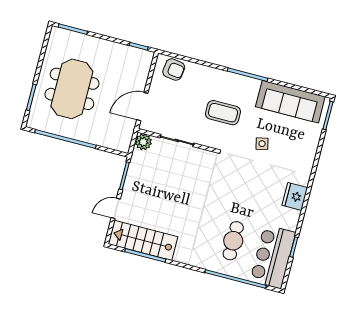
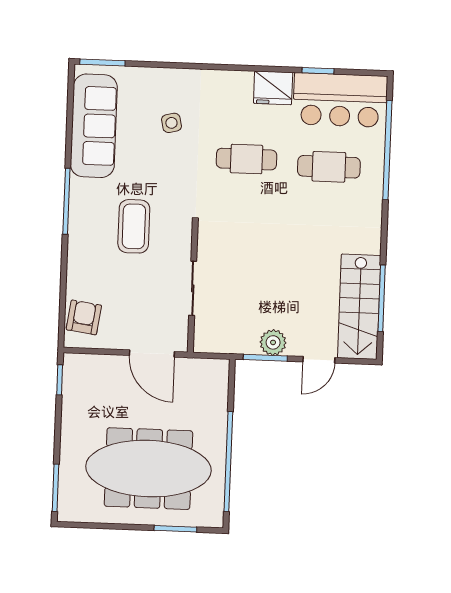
meeting table: (72, 89) -> (148, 469), width x1.36
plant: (143, 142) -> (273, 342), moved
side table: (262, 144) -> (171, 123), moved
cafe table: (249, 191) -> (247, 159), added
fridge: (295, 196) -> (273, 88), moved
door: (116, 208) -> (319, 360), hinge flipped

